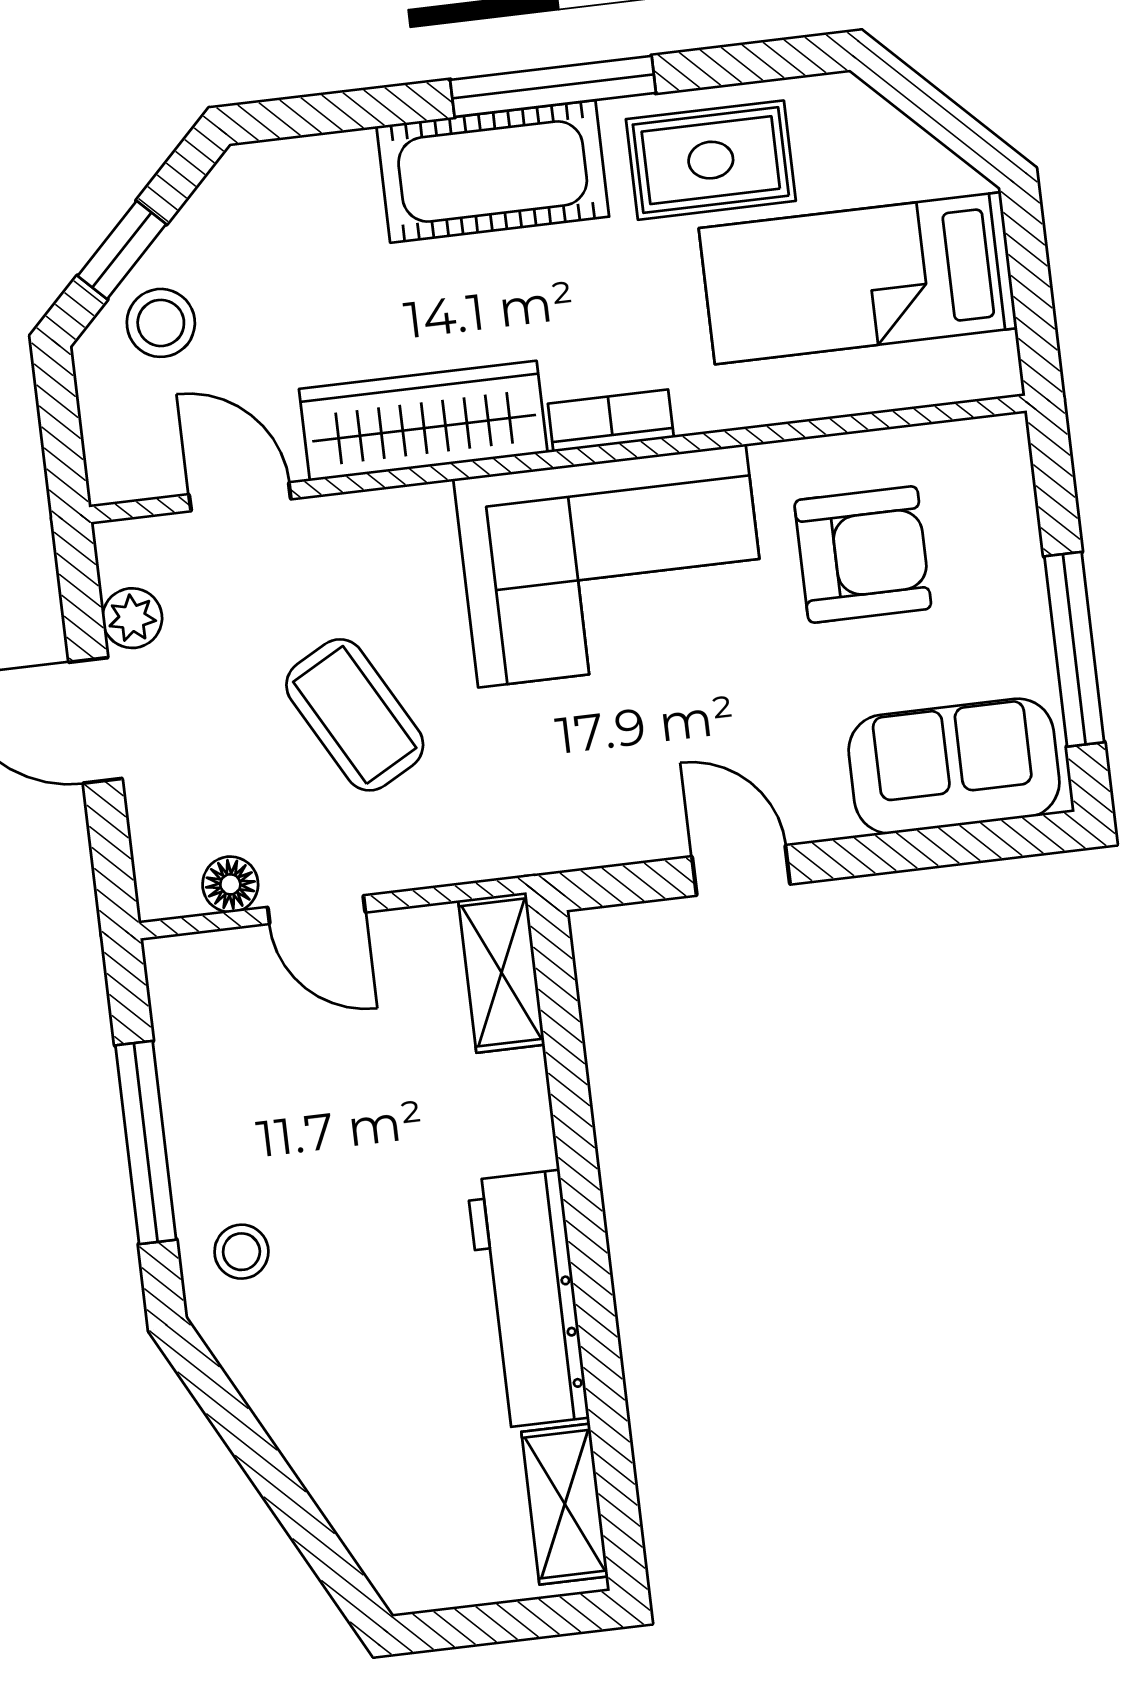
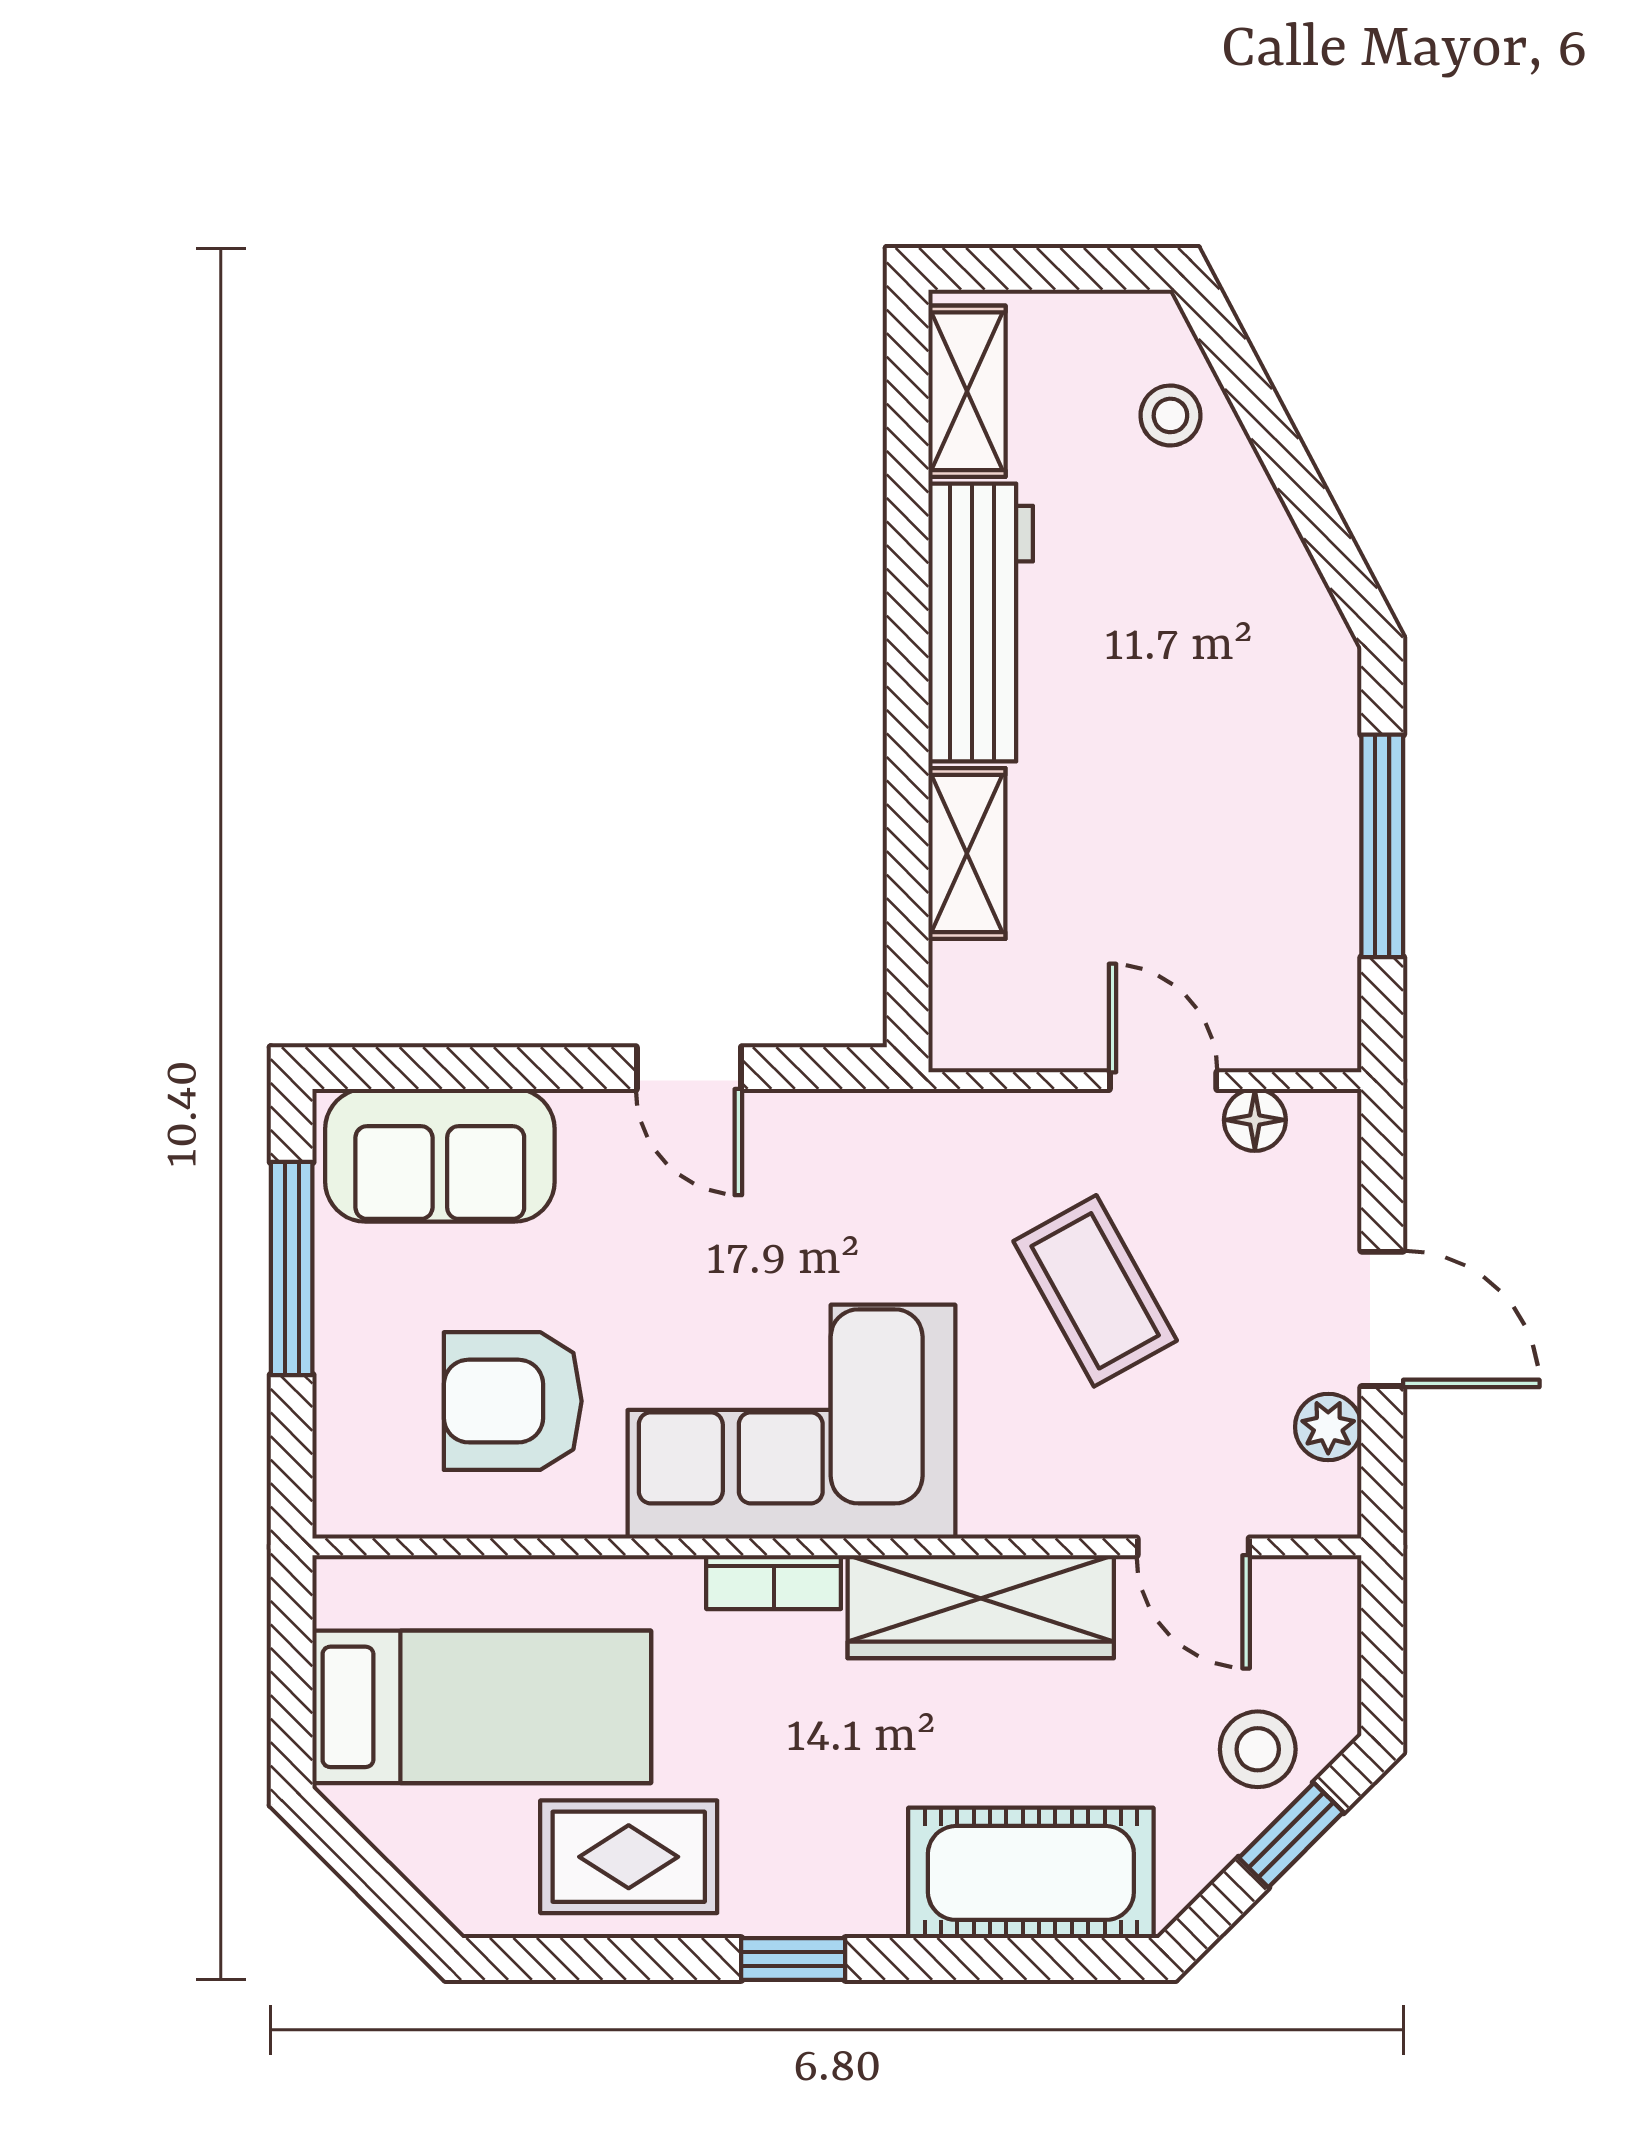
window: (553, 86) -> (793, 1959), width x0.46
cot: (493, 171) -> (1031, 1873), moved
shelving: (501, 972) -> (967, 854), moved
stool: (241, 1252) -> (1170, 415), moved

